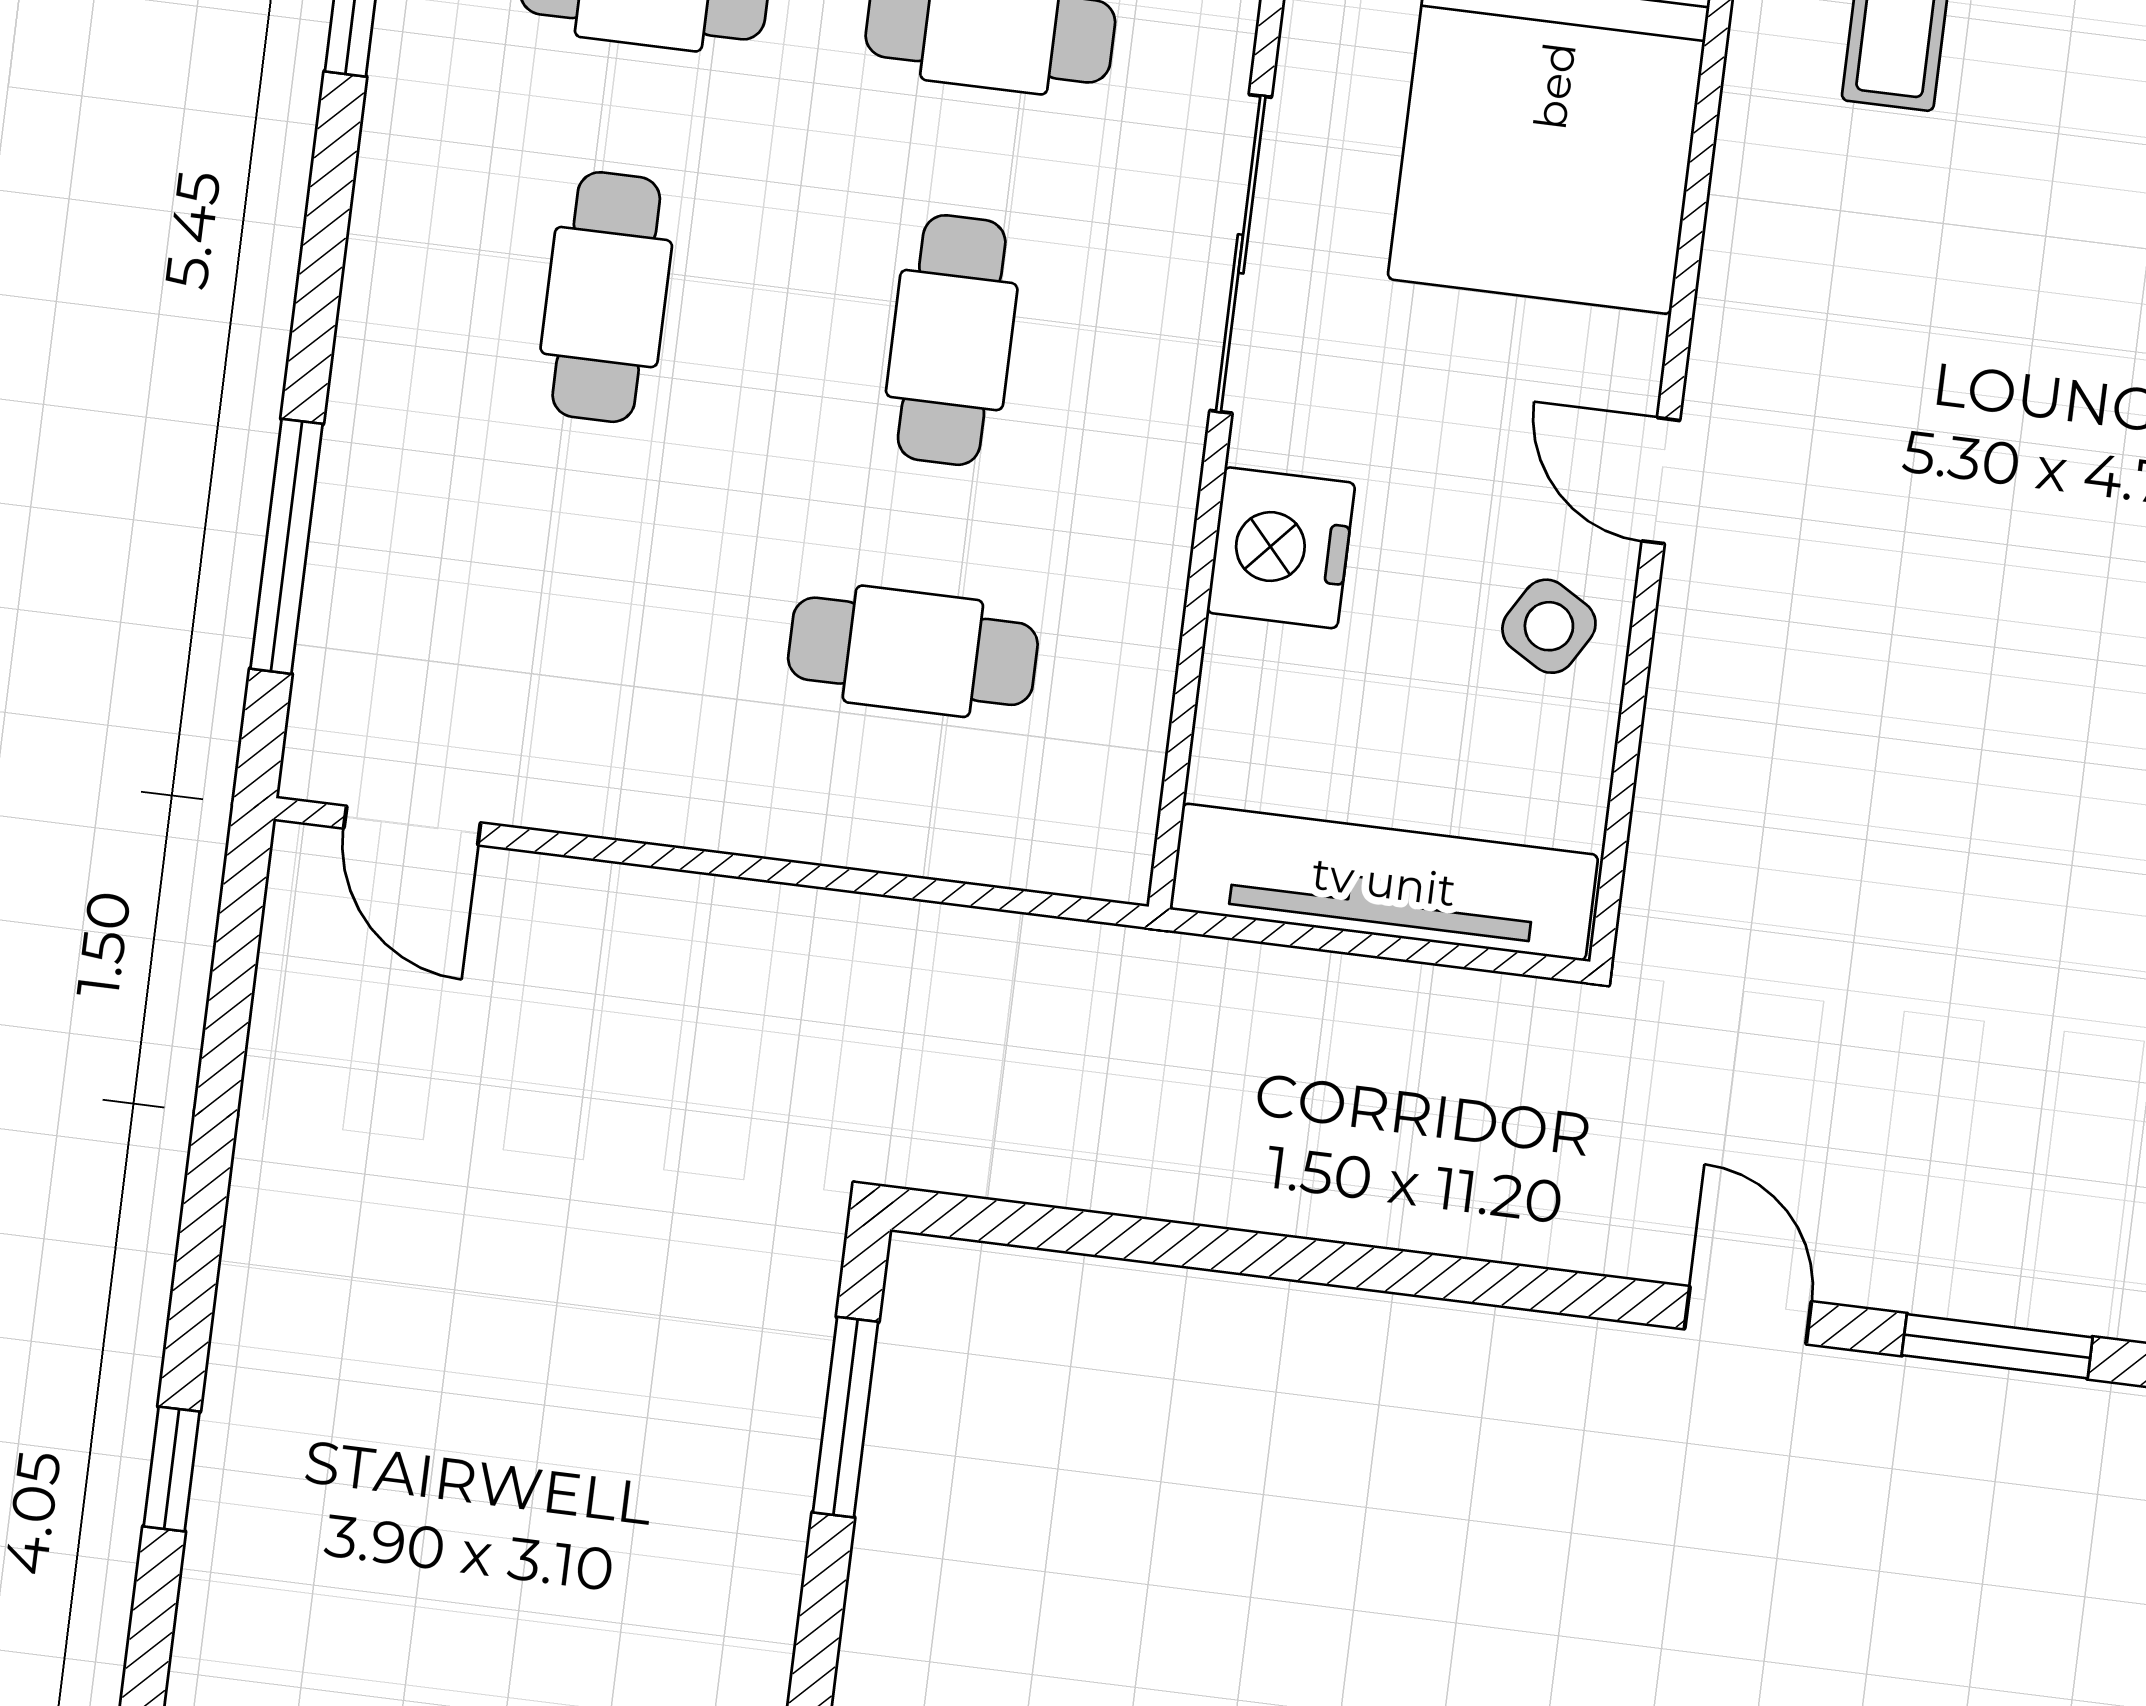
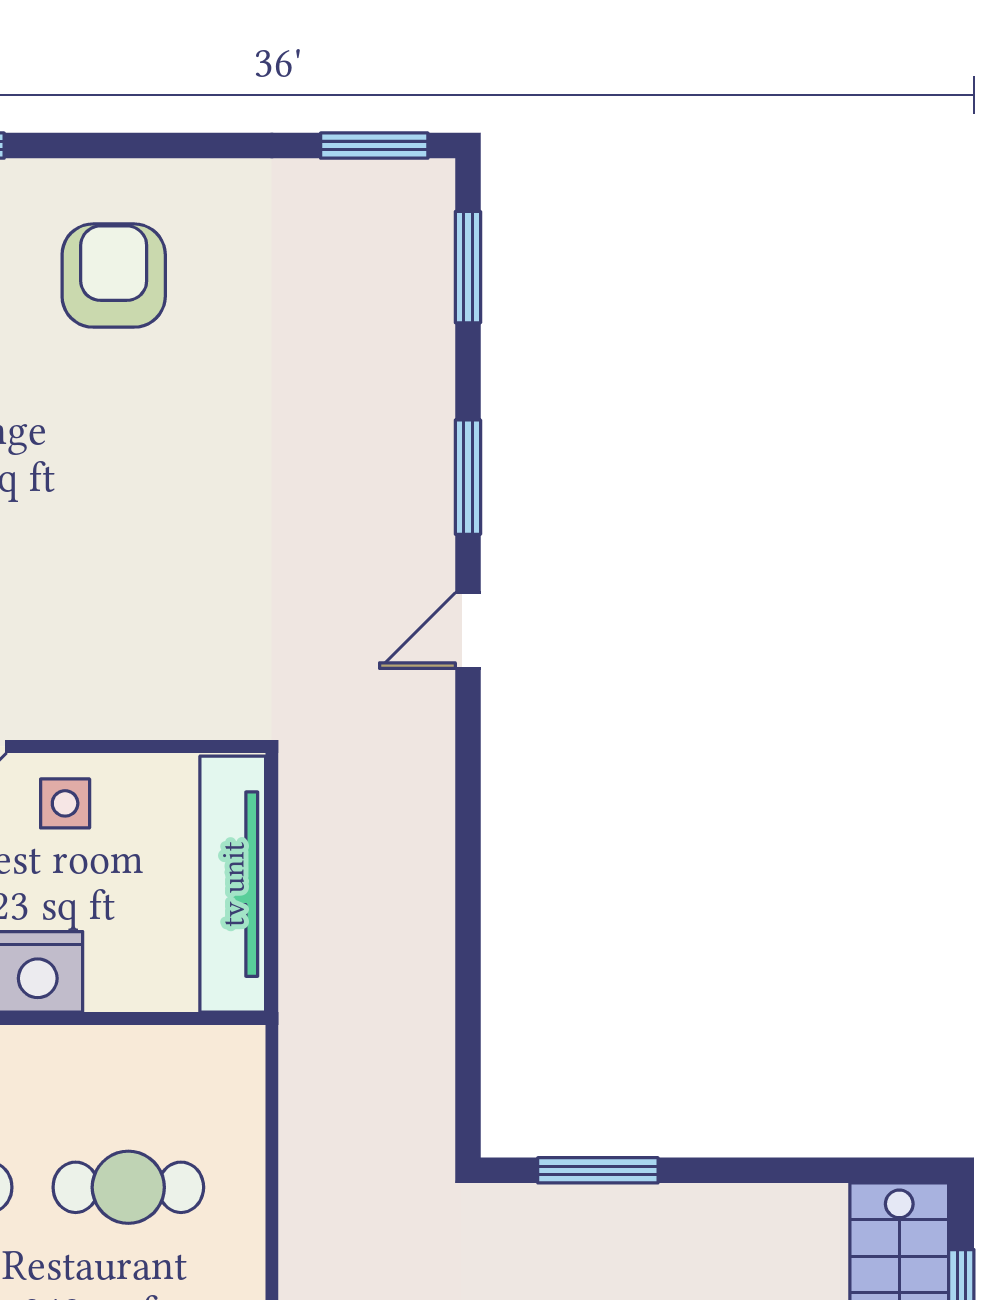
side table: (1549, 626) -> (65, 803), turned -31
cafe table: (913, 651) -> (128, 1187), turned 90

